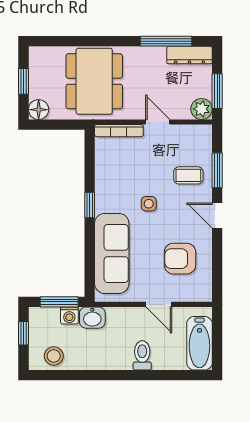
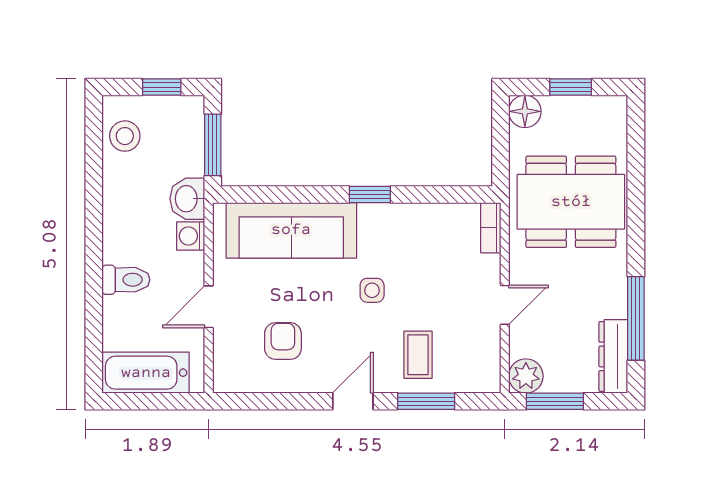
bookcase: (119, 131) -> (491, 228), width x0.64
armchair: (180, 259) -> (283, 341), width x0.72, depth x0.72
washing machine: (69, 315) -> (191, 236), moved

